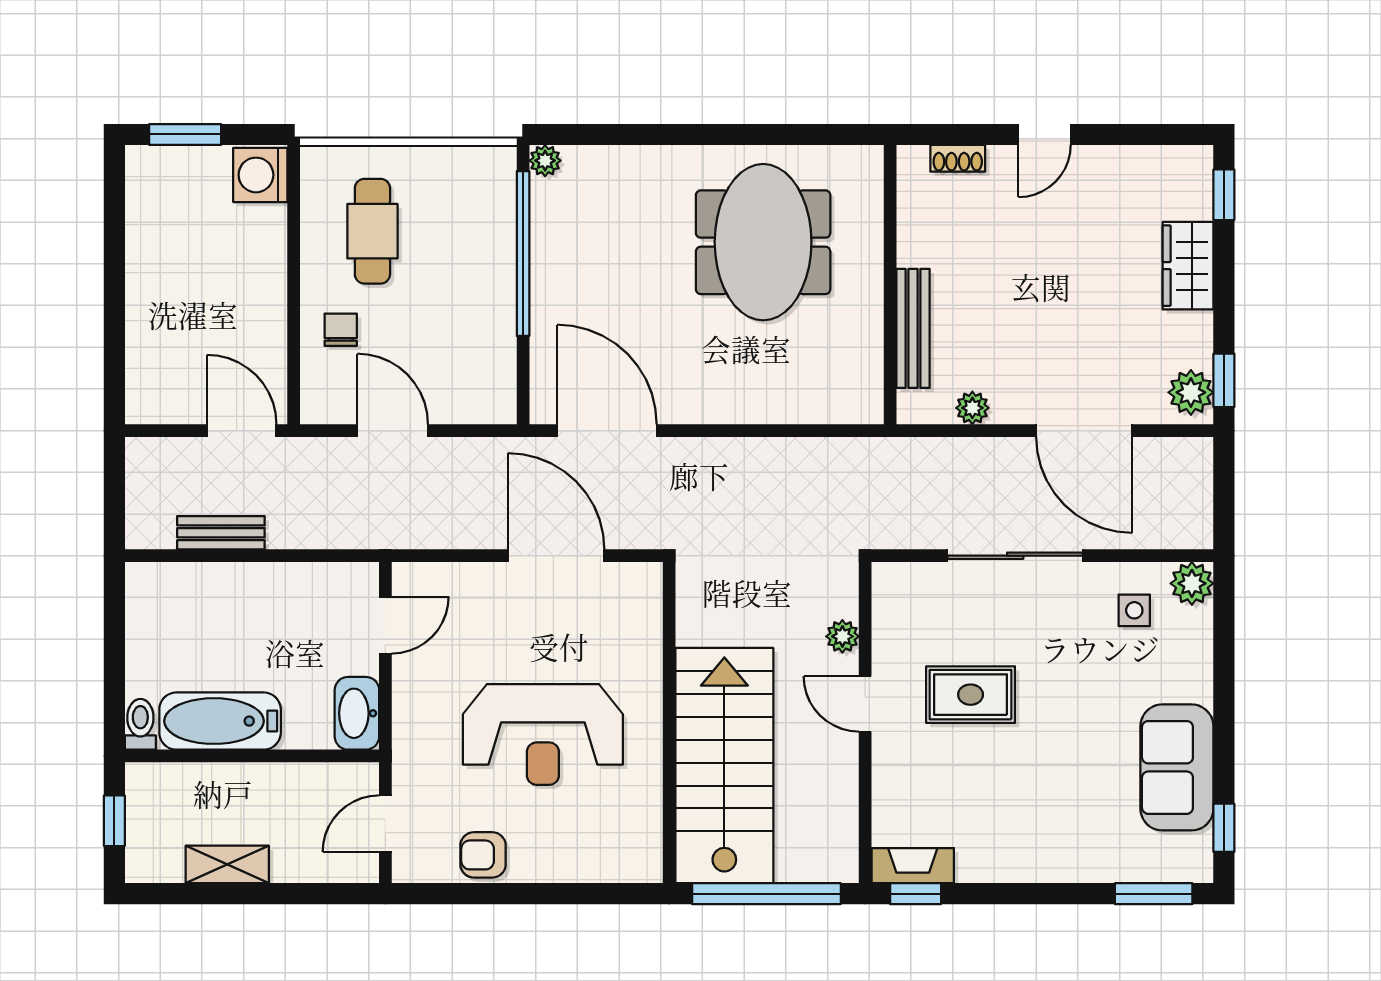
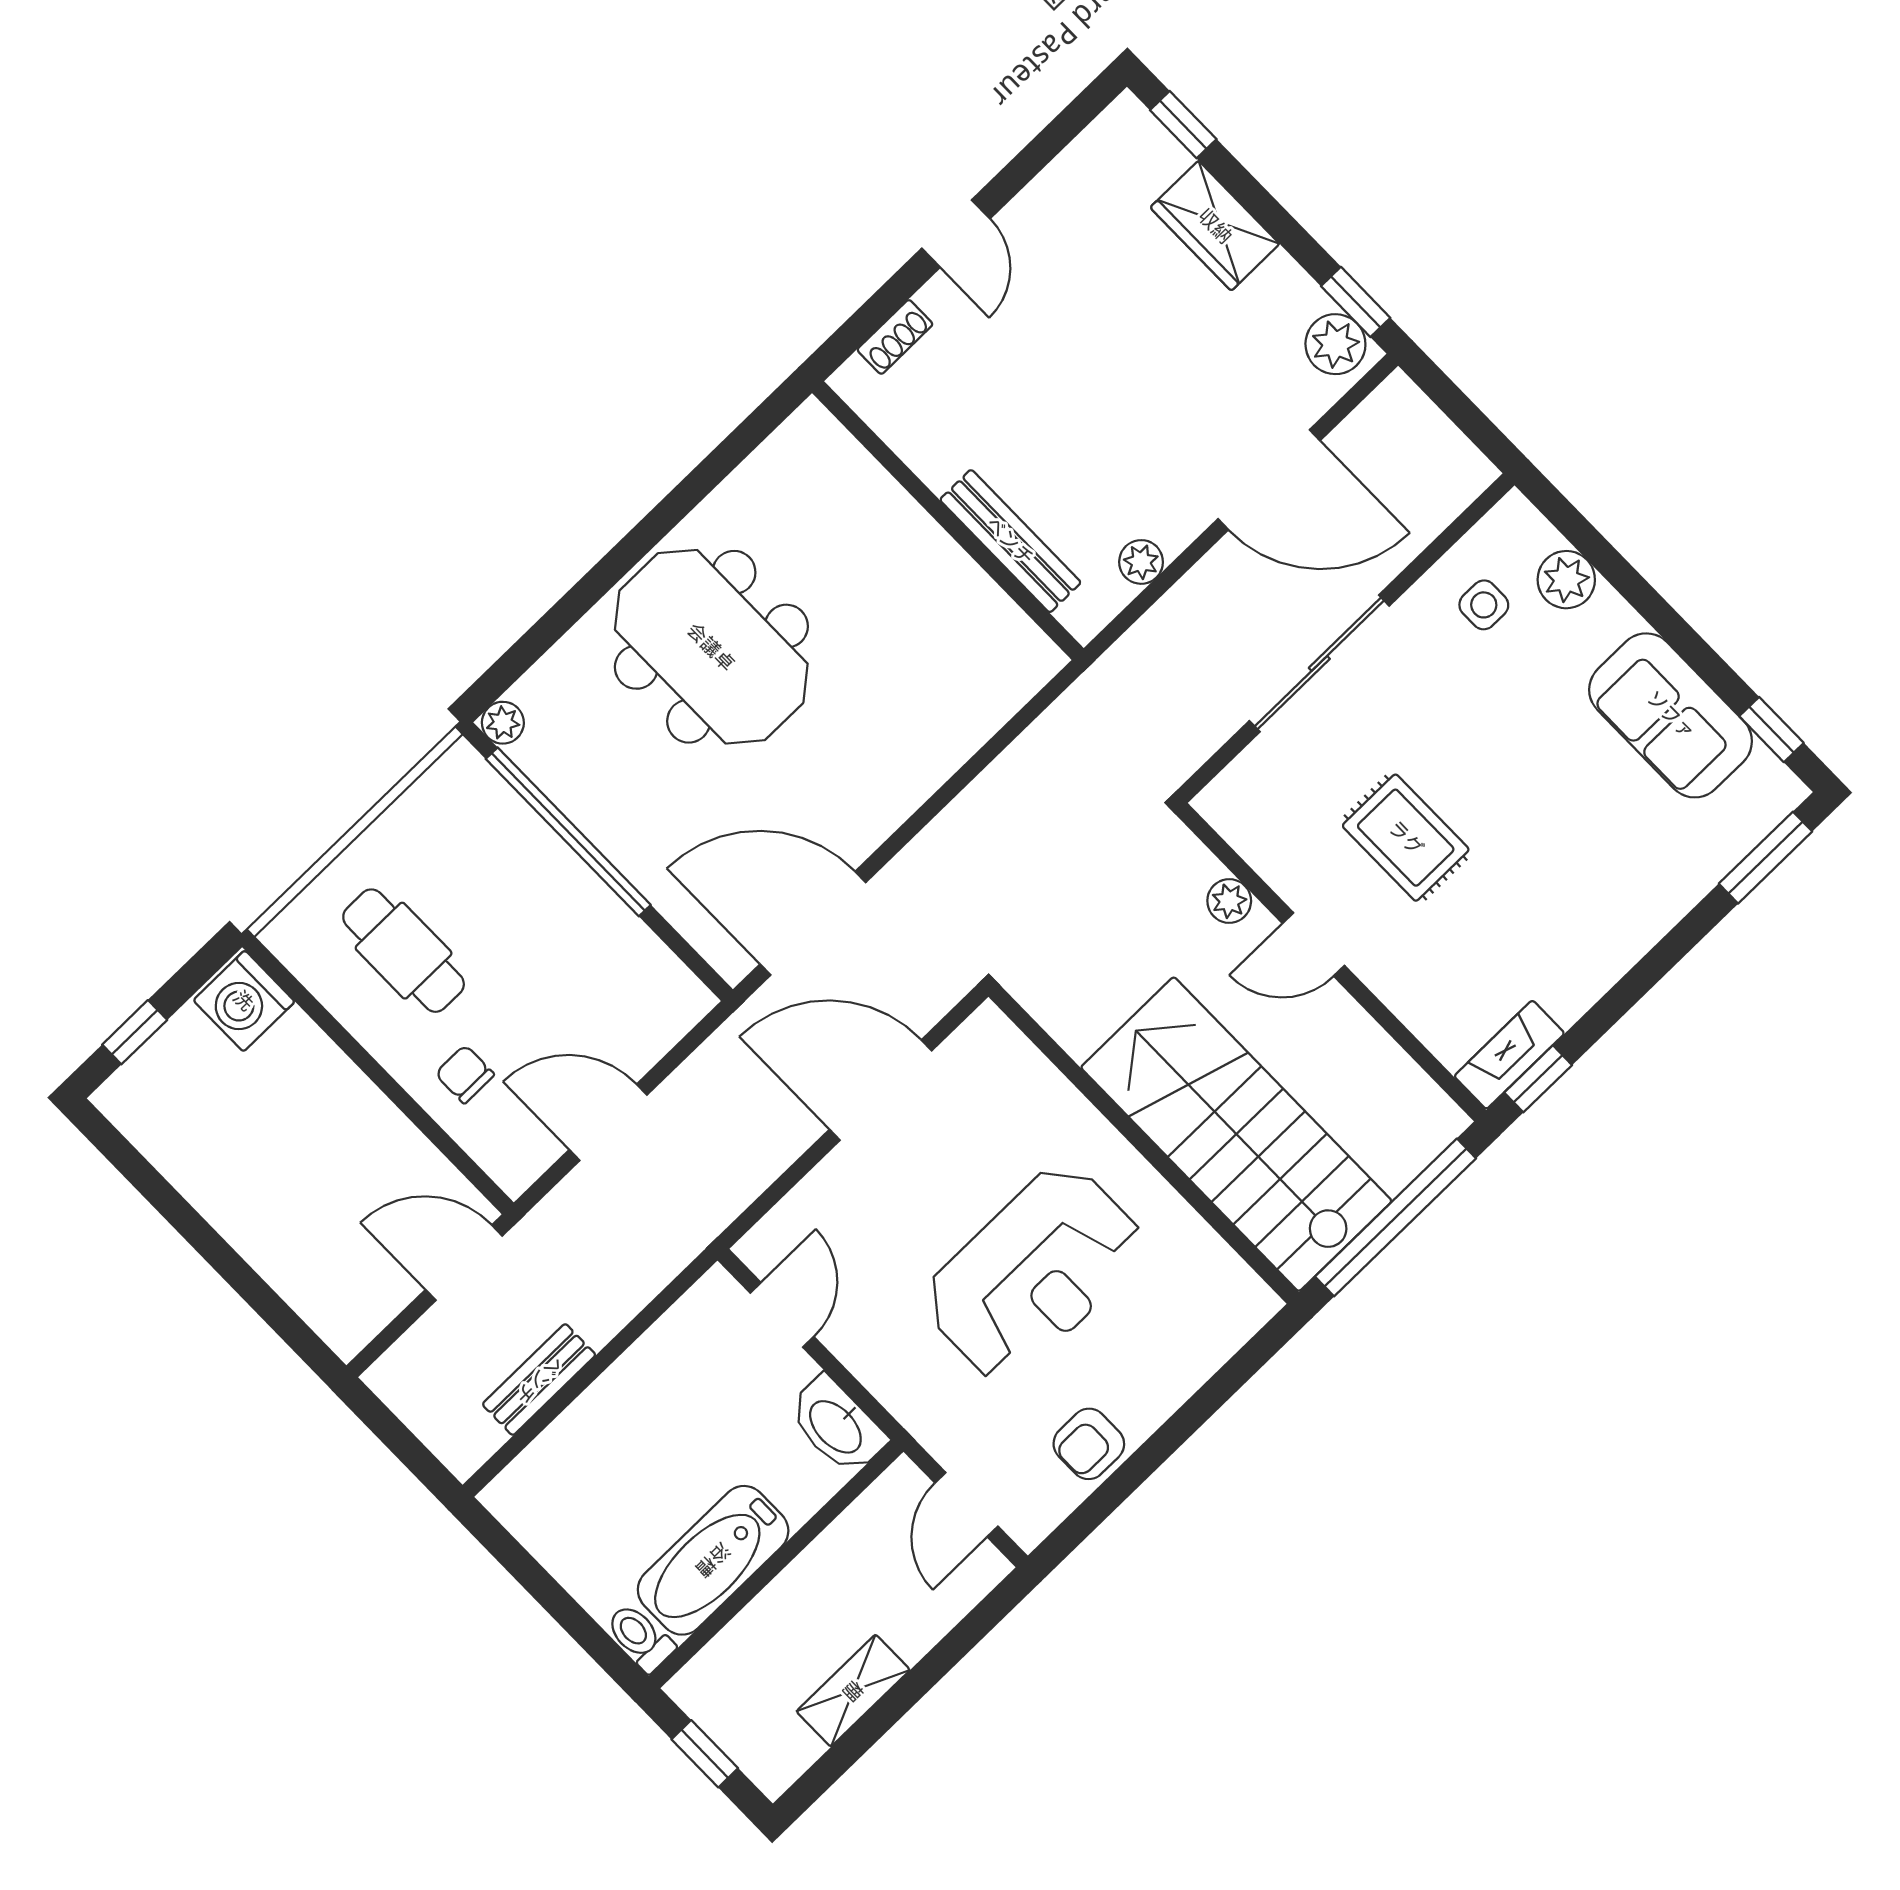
window: (185, 134) -> (135, 1032), width x0.67
meeting table: (763, 242) -> (711, 647), moved
plant: (1192, 583) -> (1566, 580), moved
rug: (971, 695) -> (1406, 838), turned 90

